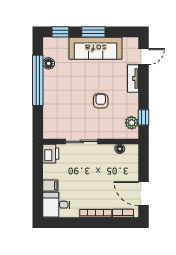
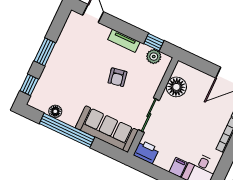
sofa: (96, 48) -> (107, 129), moved, turned -90
tv unit: (133, 79) -> (124, 41), moved
armchair: (101, 101) -> (117, 77), turned -101
floor lamp: (120, 149) -> (176, 87), width x1.89, depth x1.89

